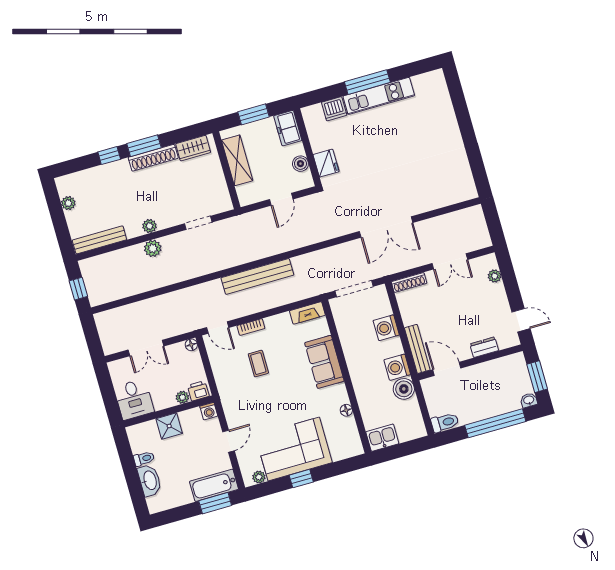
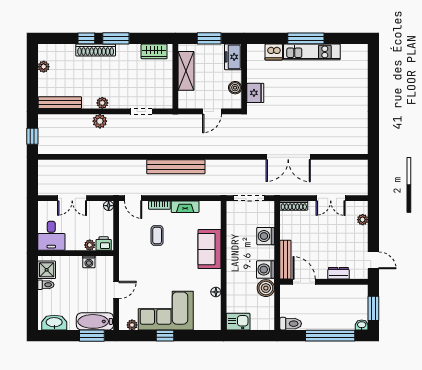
shoe rack: (153, 158) -> (96, 50), moved
fireplace: (307, 313) -> (185, 207), moved
washing machine: (209, 411) -> (89, 262), moved
shower: (169, 426) -> (47, 270), moved
washbasin: (150, 480) -> (54, 323), moved, turned -90

